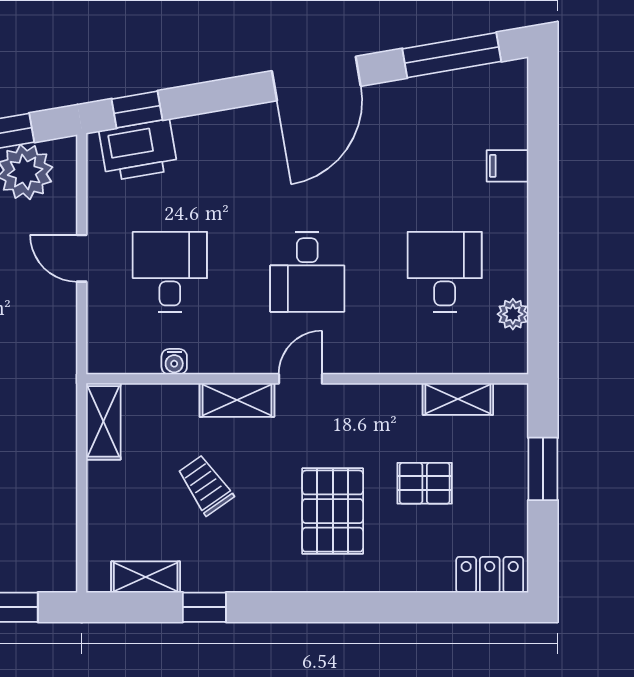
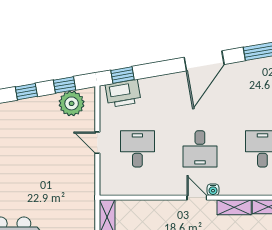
water cooler: (174, 362) -> (213, 190), moved
door: (300, 379) -> (197, 198), hinge flipped
shelving: (237, 400) -> (234, 207), moved

